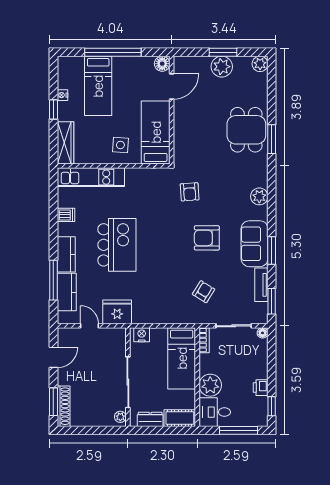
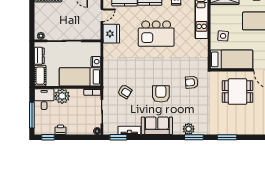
dining table: (246, 130) -> (238, 92), moved
window: (272, 250) -> (194, 137), moved
nightstand: (142, 335) -> (96, 62), moved

